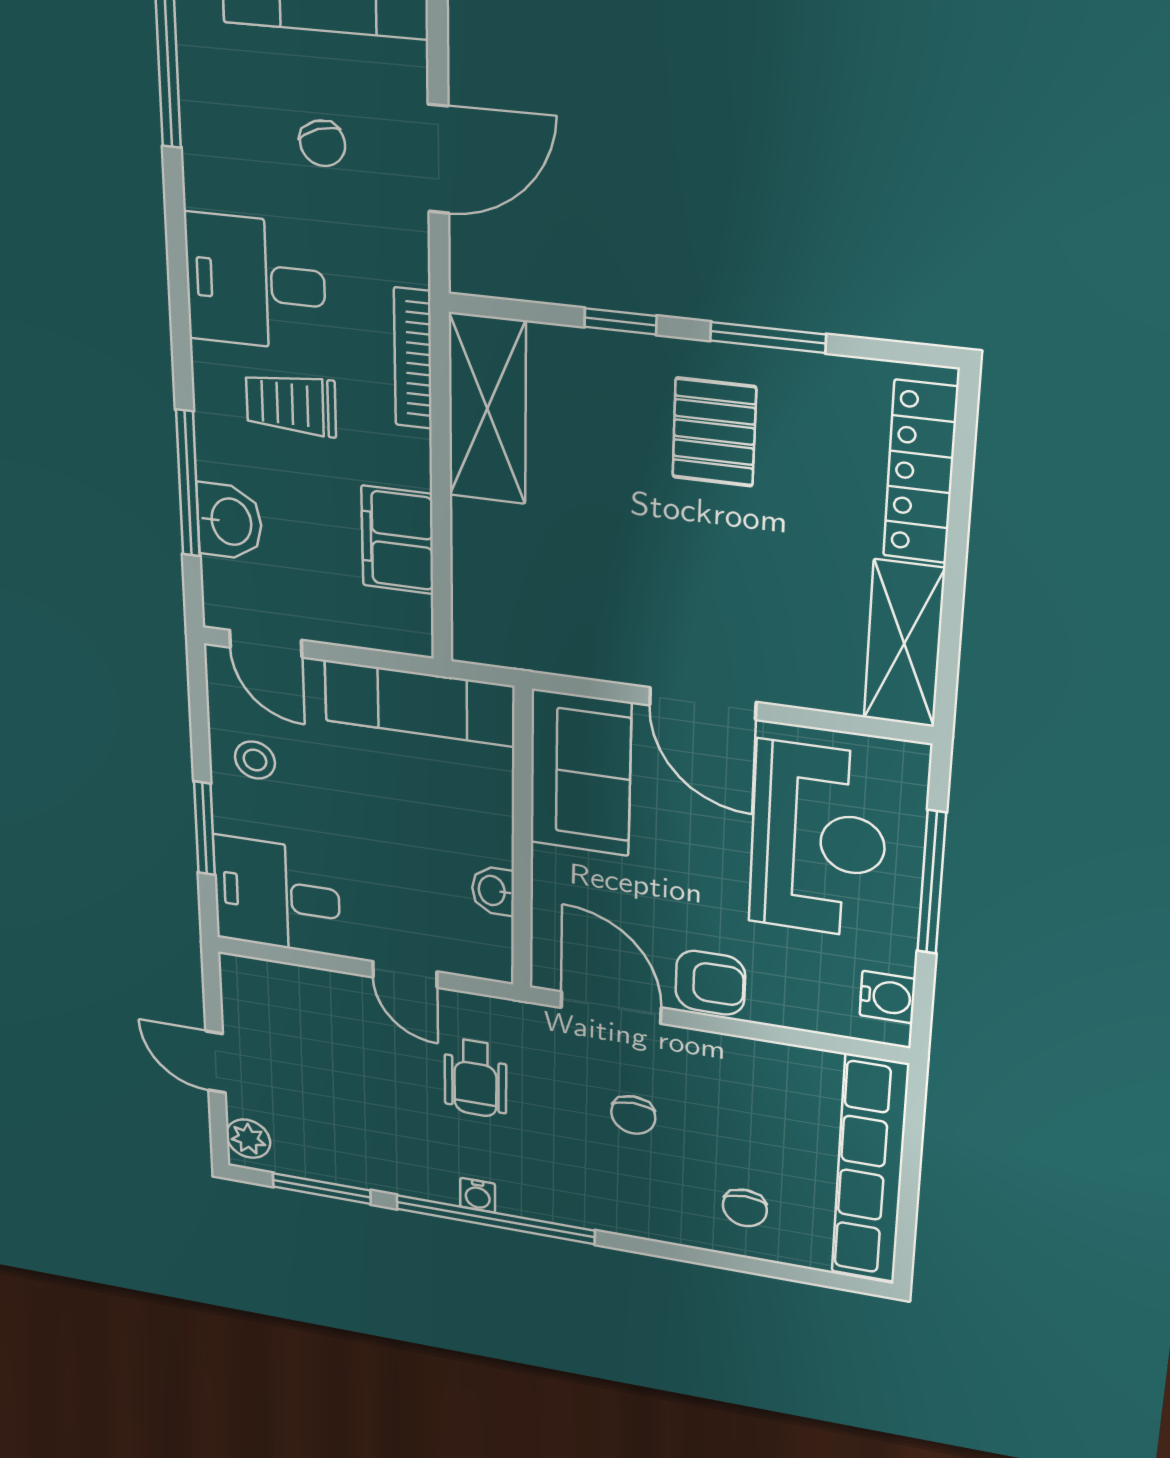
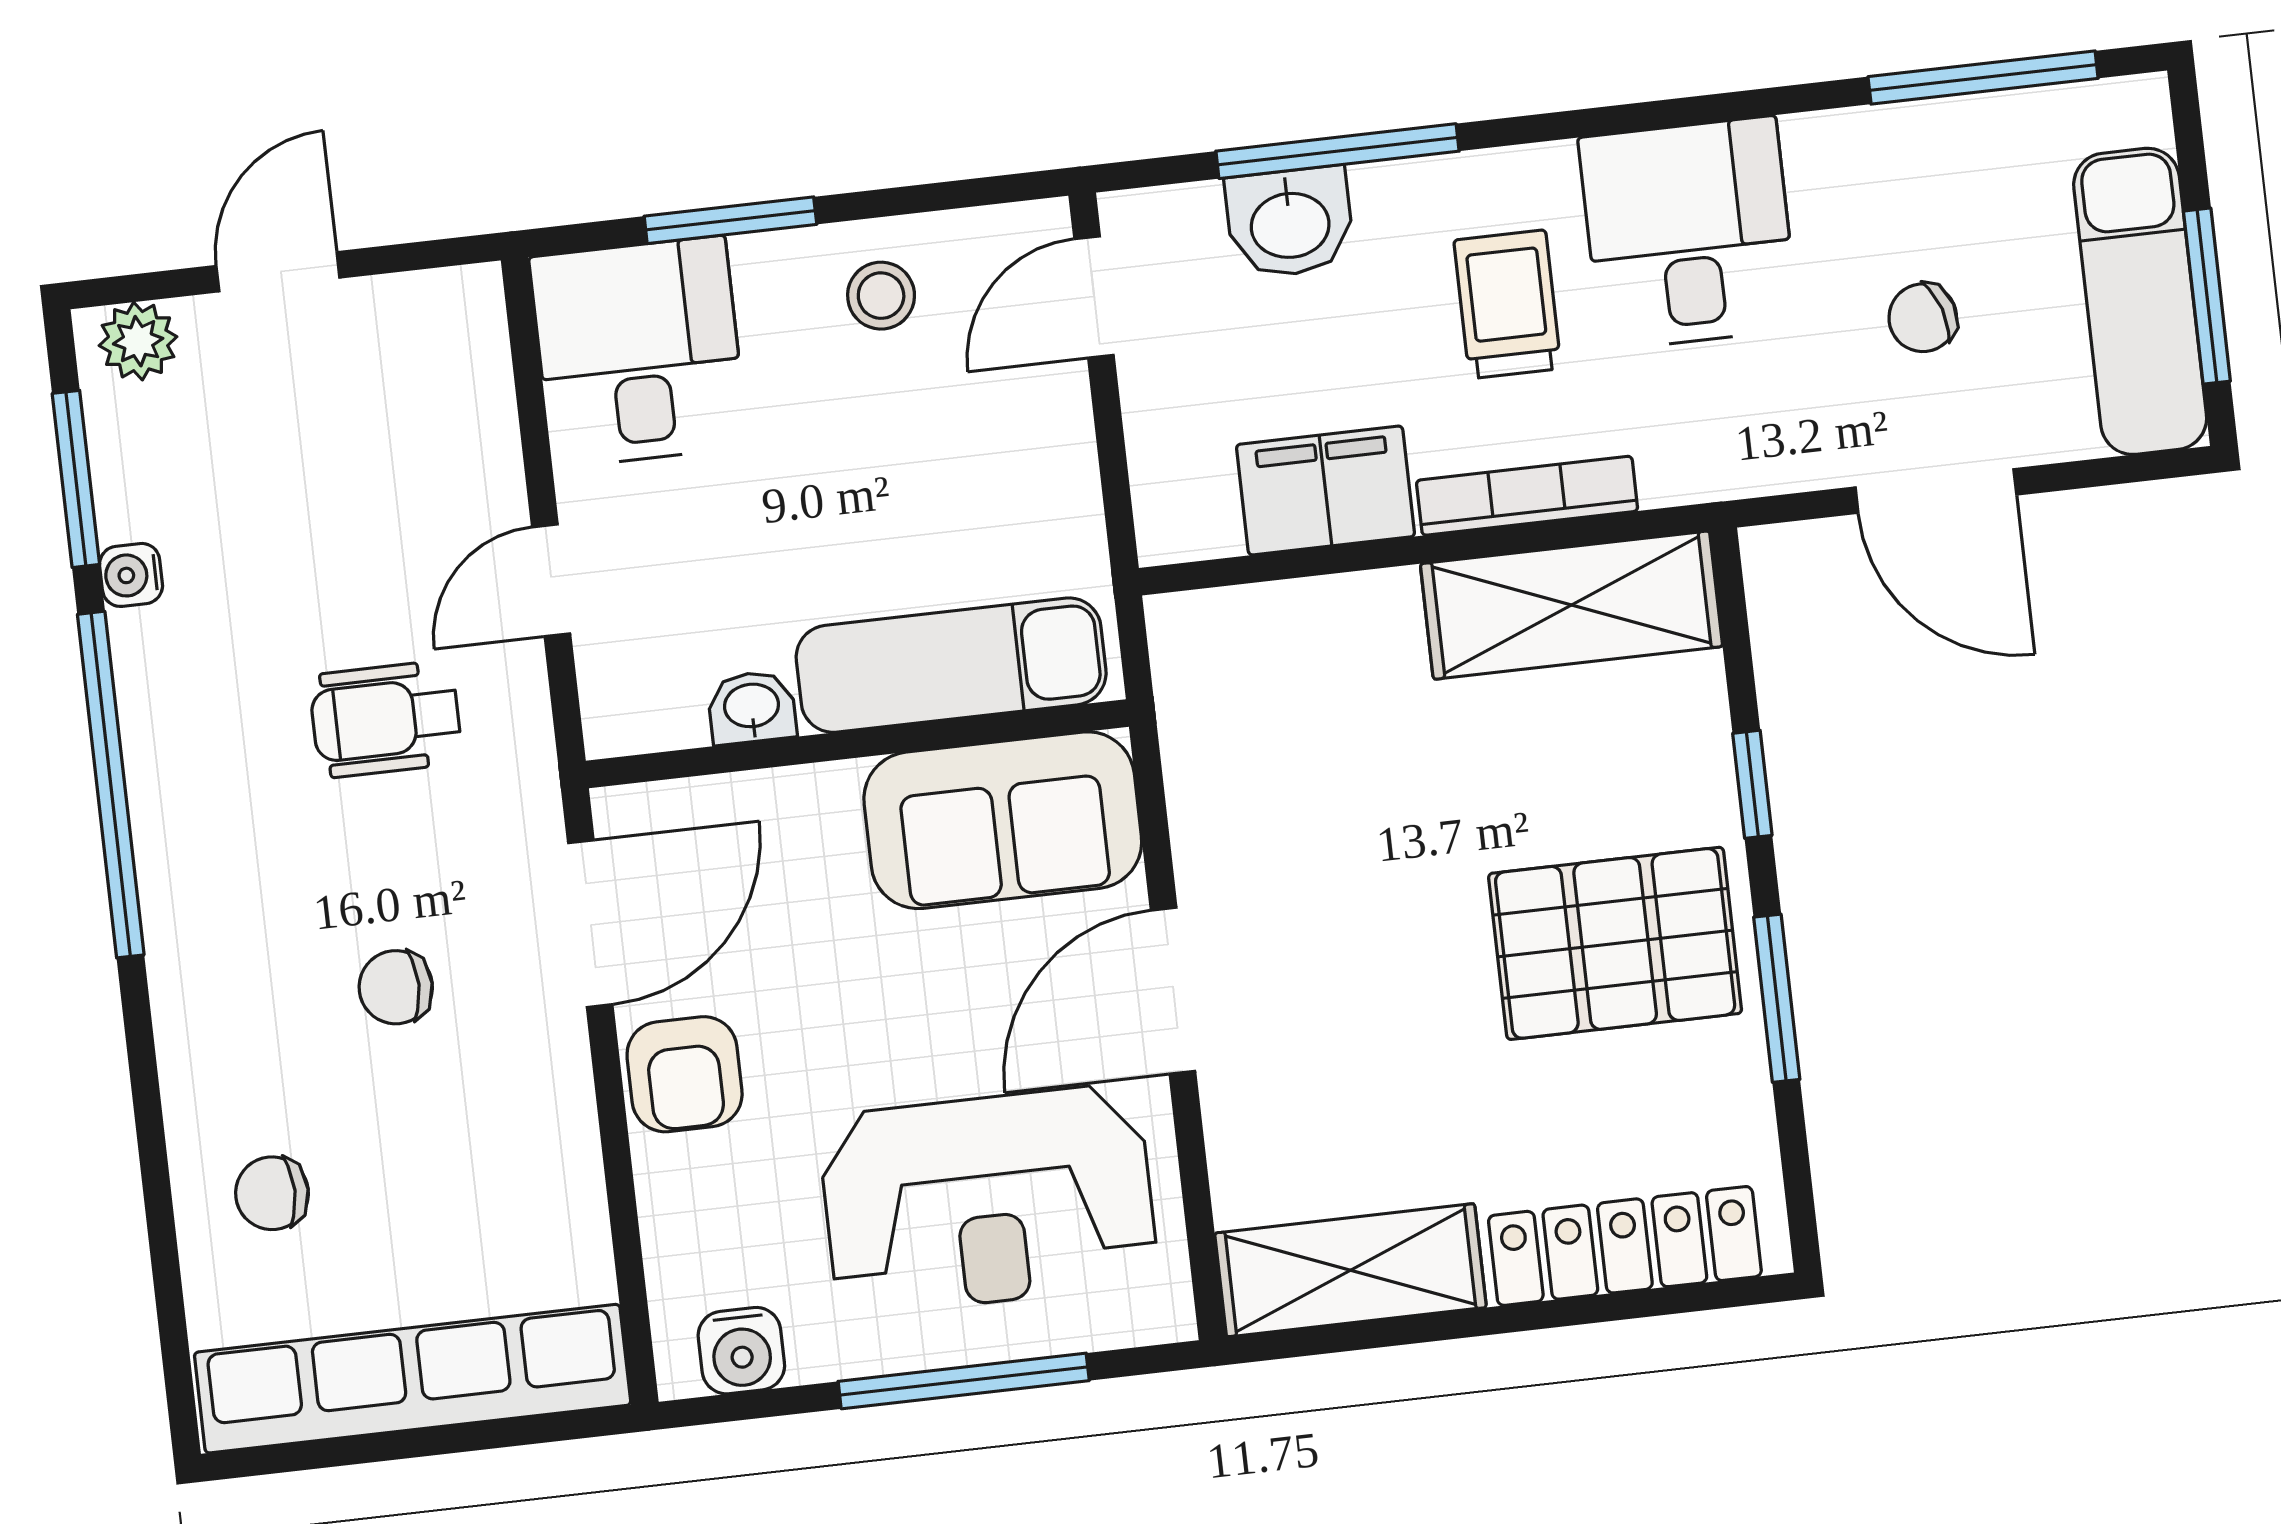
bookcase: (413, 358) -> (1527, 496), moved
pallet: (714, 432) -> (1615, 943), width x1.50, depth x1.42
exam couch: (419, 703) -> (951, 665), moved, turned 90
water cooler: (478, 1195) -> (131, 575), moved

